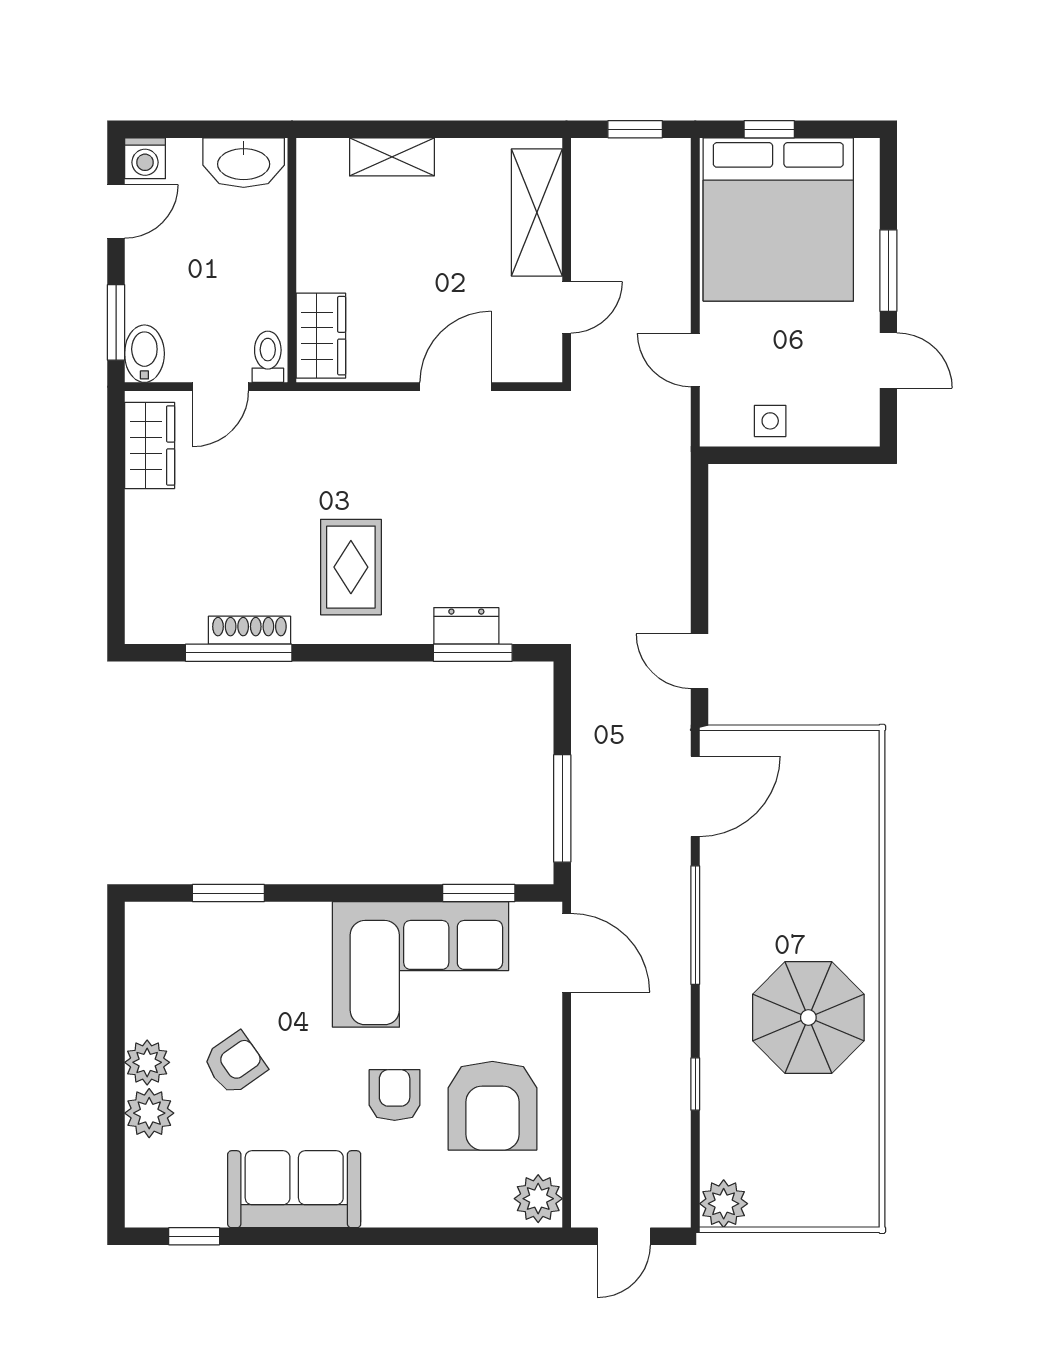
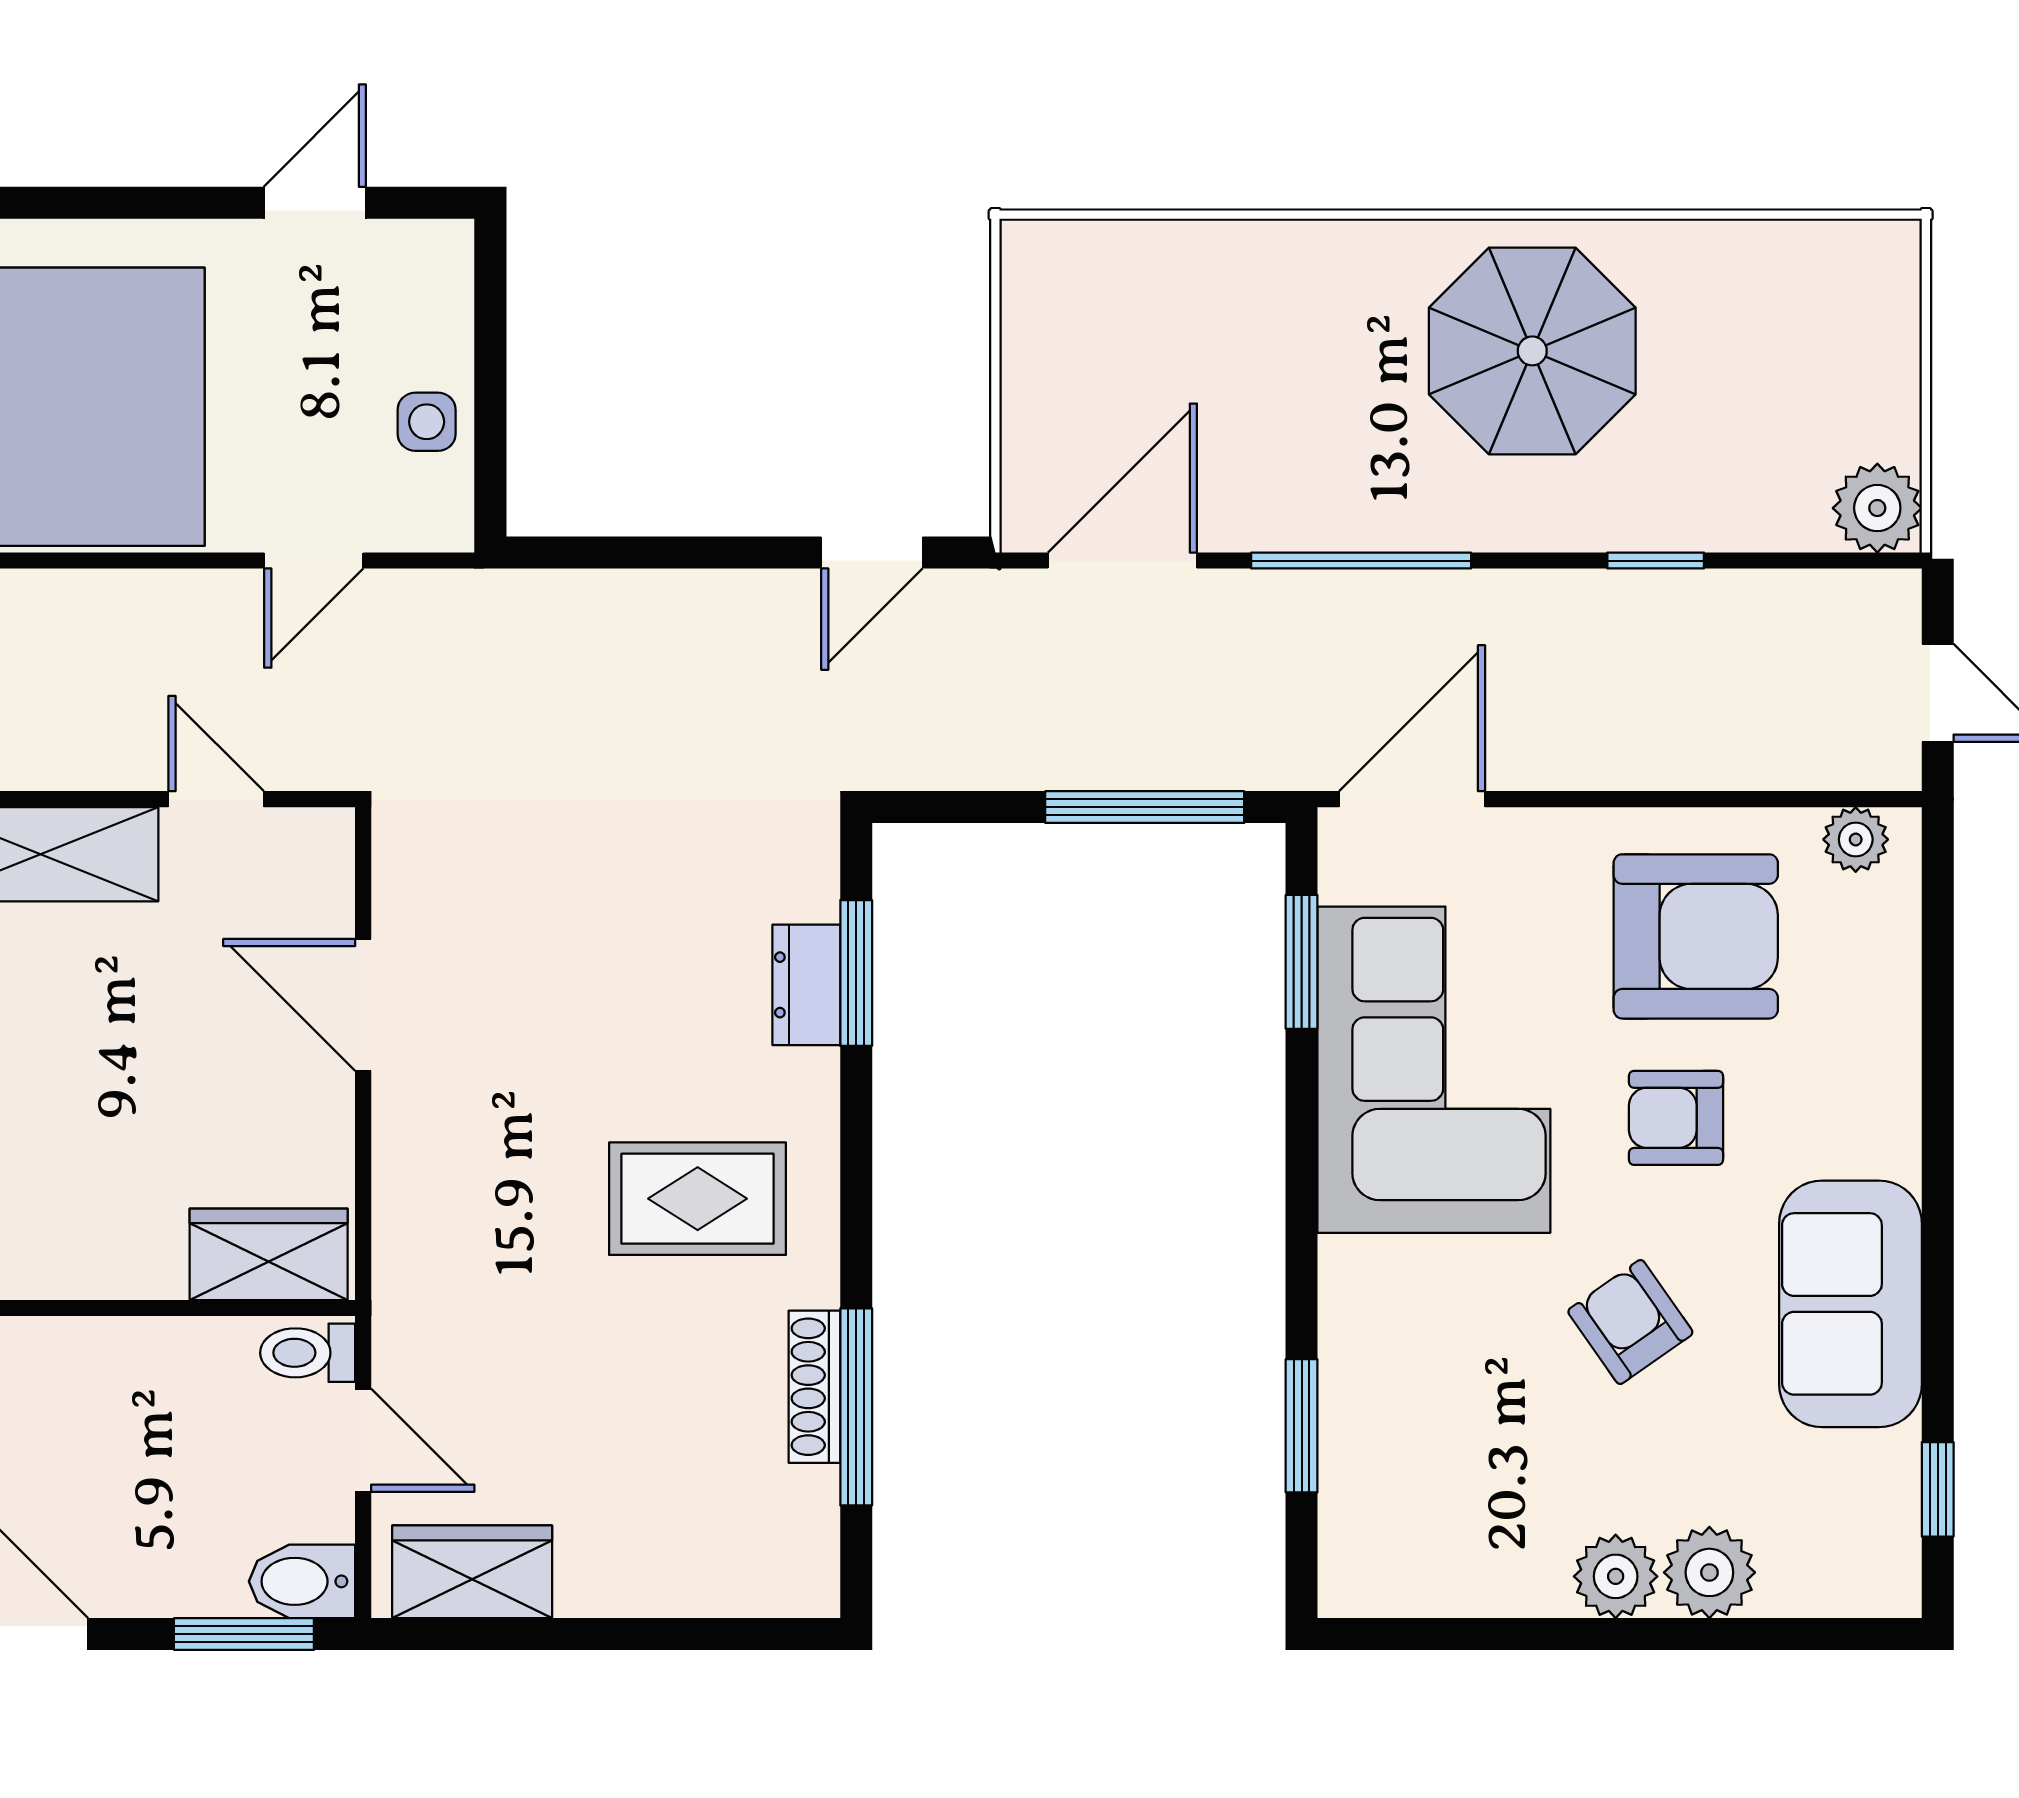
window: (888, 271) -> (148, 203), removed
door: (695, 796) -> (1122, 561), hinge flipped
armchair: (235, 1063) -> (1630, 1322), moved
plant: (538, 1199) -> (1856, 839), width x0.73, depth x0.73

